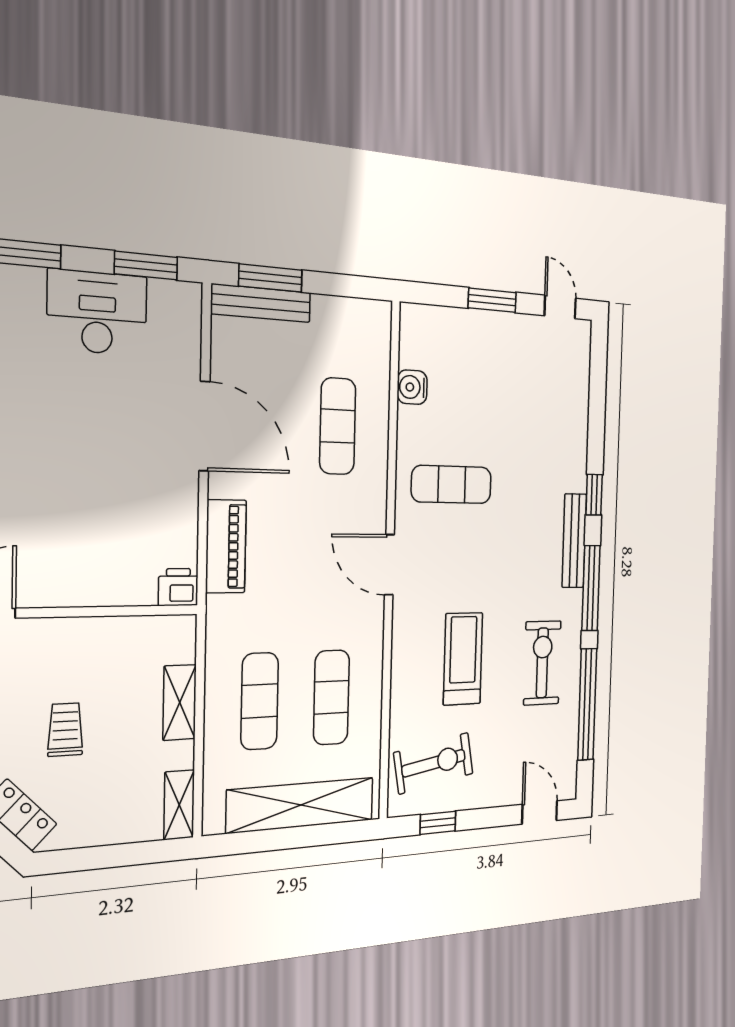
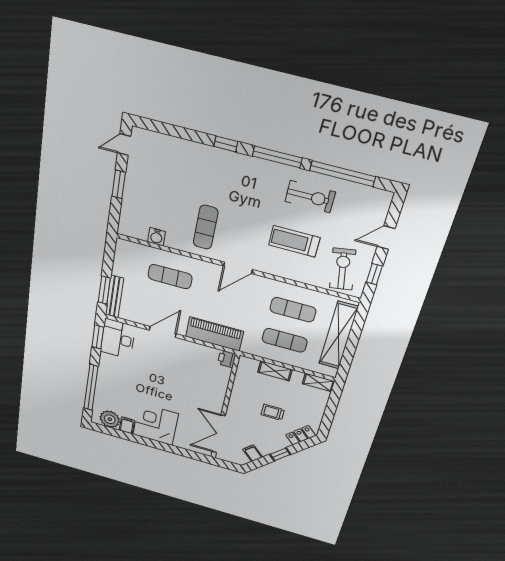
desk: (97, 313) -> (118, 339), moved
door: (204, 426) -> (163, 332), width x0.73
bench: (574, 541) -> (248, 162), removed
piano: (226, 546) -> (214, 334), width x1.37, depth x1.33
exercise bike: (542, 663) -> (310, 197), turned 180
door: (540, 812) -> (386, 238), moved

